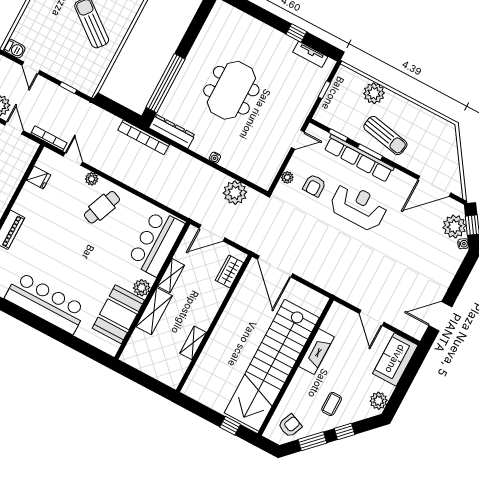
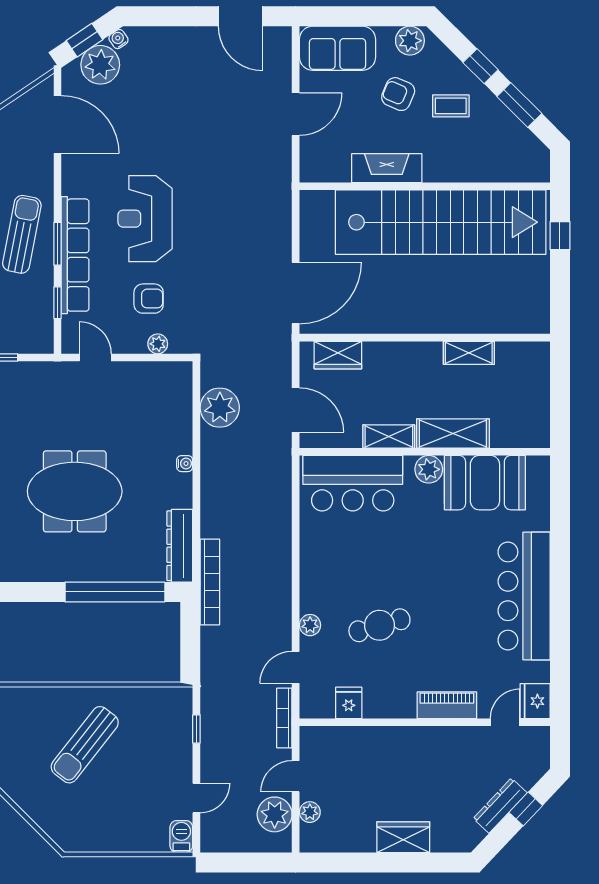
cafe table: (102, 207) -> (379, 625), moved, turned -38
armchair: (290, 426) -> (398, 94), moved

